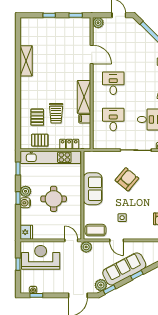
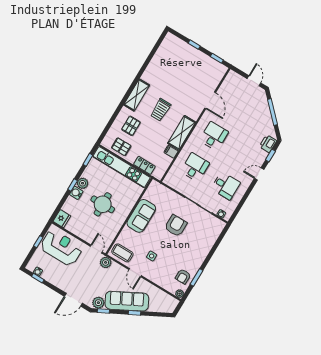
plant: (98, 23) -> (232, 76), removed
shelving: (26, 61) -> (137, 95), moved
trolley: (56, 113) -> (161, 110), moved
armchair: (127, 179) -> (176, 226), turned -40

